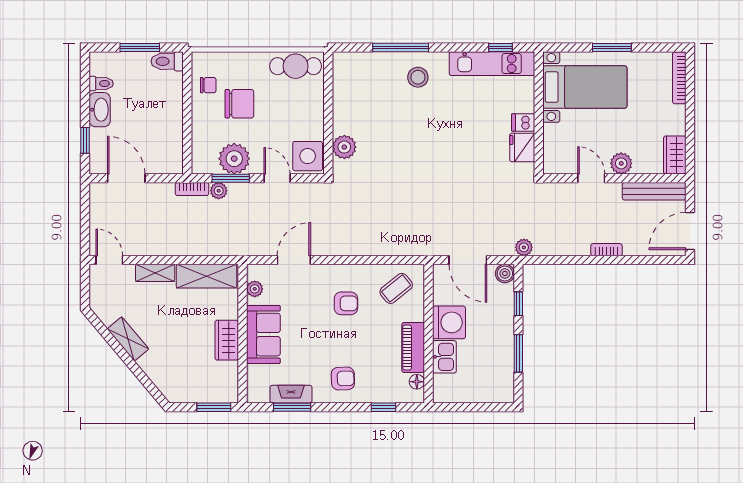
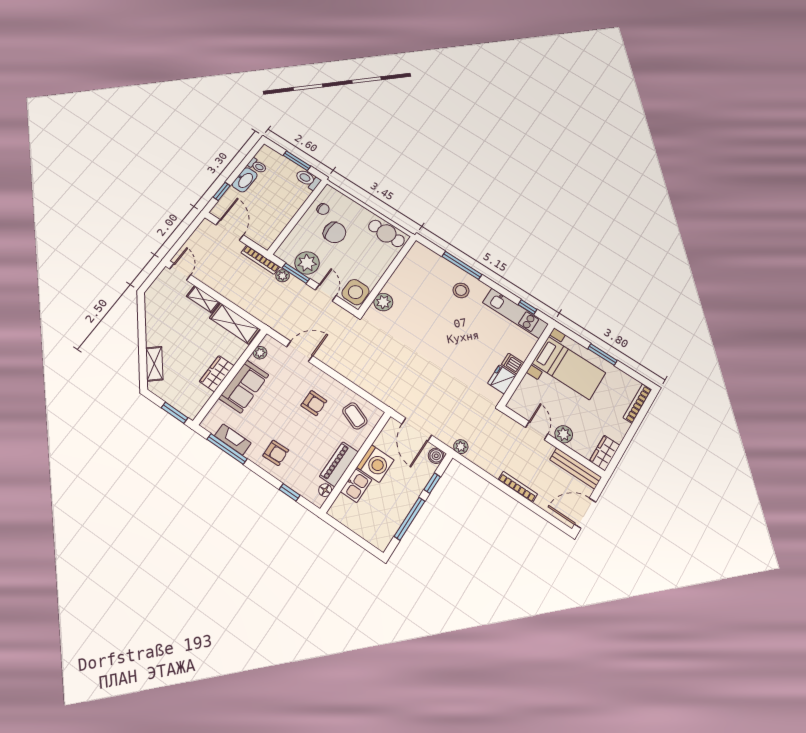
bookcase: (192, 189) -> (260, 260), width x1.56
bookcase: (607, 250) -> (518, 487), width x1.56
coffee table: (396, 288) -> (355, 416), turned 60
shelving: (128, 339) -> (154, 364), moved
window: (518, 353) -> (410, 519), width x1.44
window: (292, 407) -> (227, 449), width x1.44

